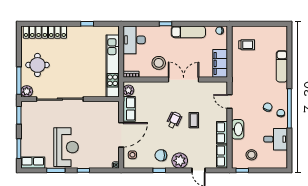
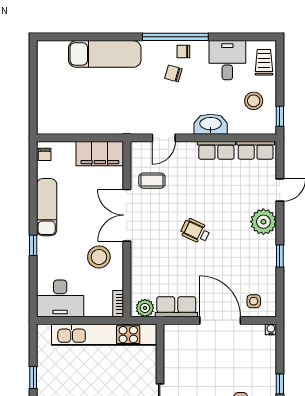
trolley: (247, 45) -> (264, 62), moved
exam couch: (282, 66) -> (105, 54), width x1.36, depth x1.45
coffee table: (194, 120) -> (152, 181), moved
chair: (161, 155) -> (255, 253), removed

